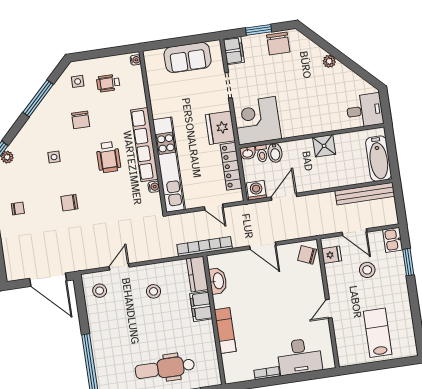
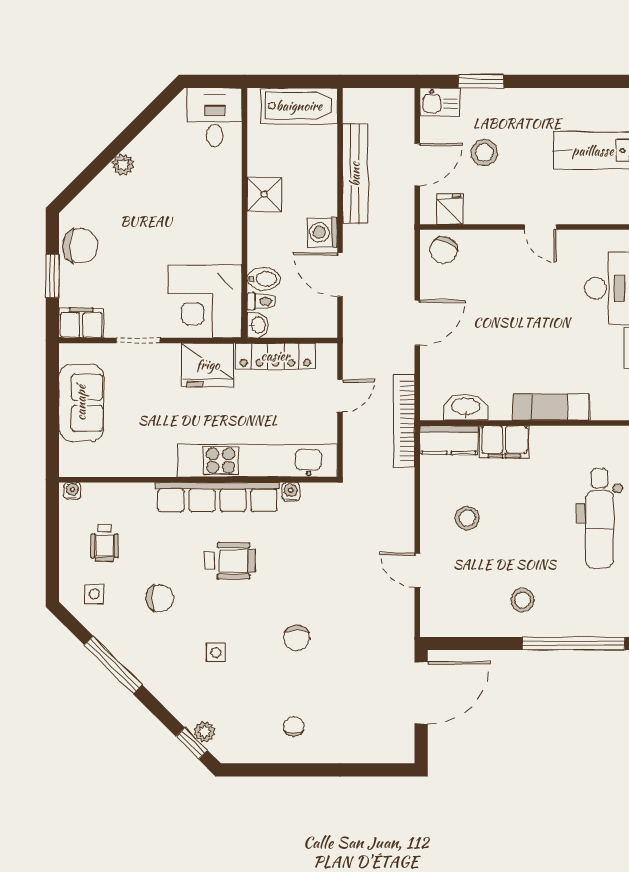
washing machine: (256, 190) -> (322, 232), moved
bench: (365, 194) -> (355, 174), moved
stool: (100, 291) -> (523, 600), moved

